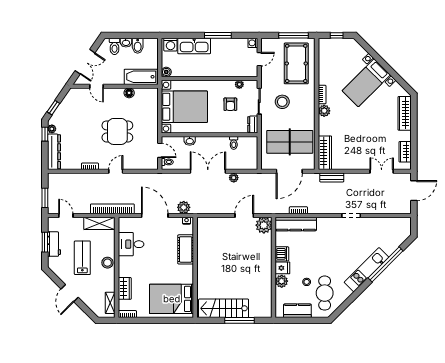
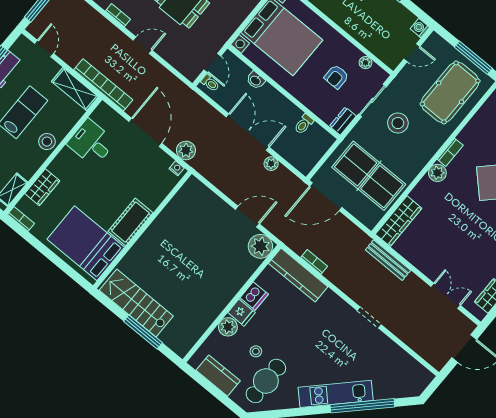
door: (289, 171) -> (326, 197), moved
bench: (332, 177) -> (388, 260), width x1.36
cot: (186, 249) -> (130, 222), moved

